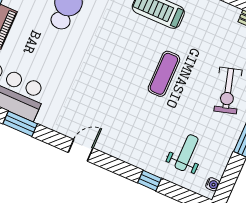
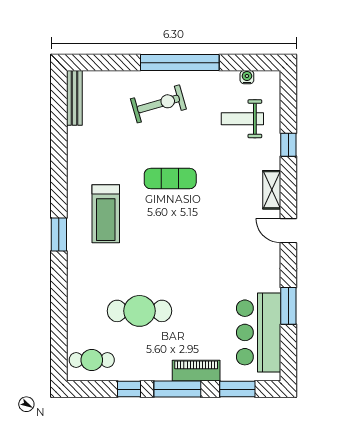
shelving: (119, 151) -> (272, 190), added
water cooler: (213, 184) -> (247, 77), moved

